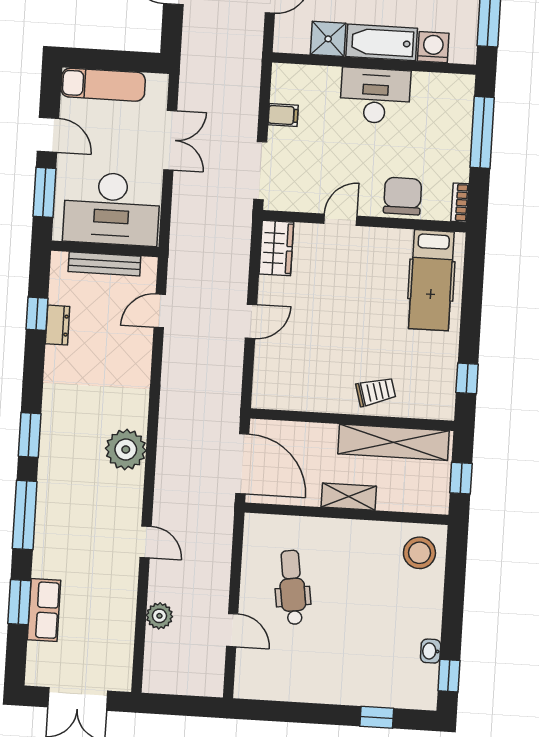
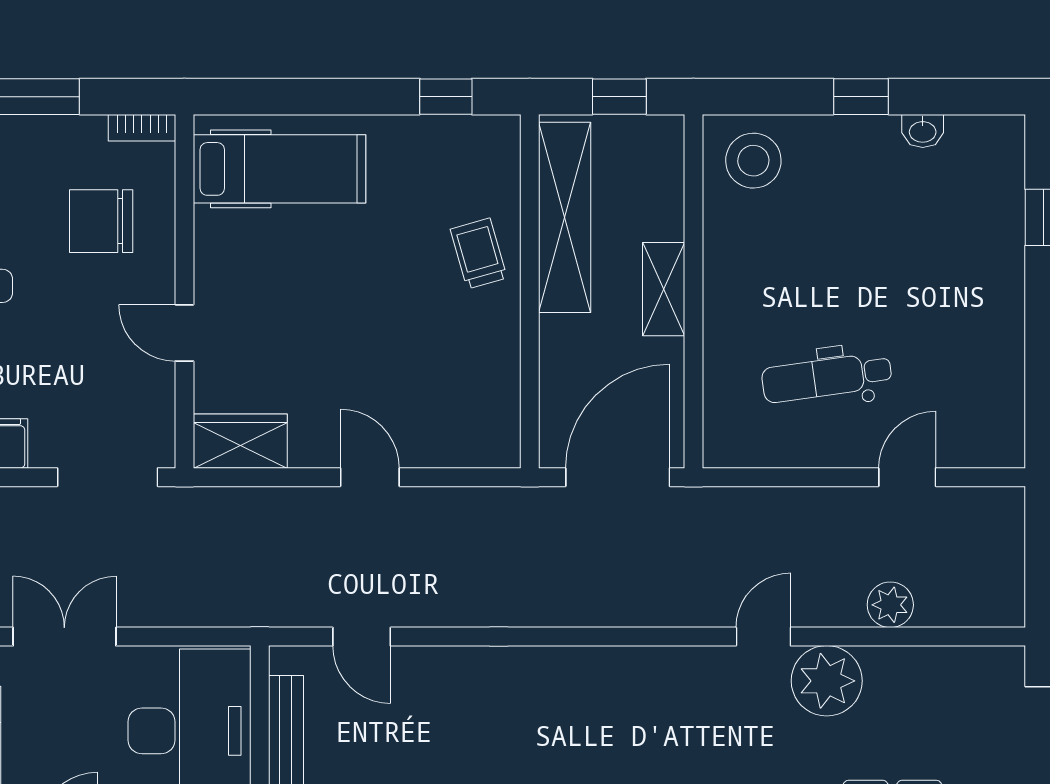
chair: (403, 196) -> (101, 221), moved
plant: (126, 450) -> (827, 681), moved
window: (449, 676) -> (861, 97), moved

